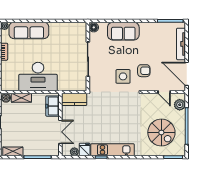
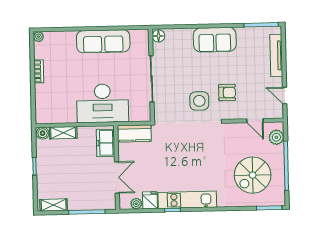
sofa: (29, 30) -> (103, 41), moved
sofa: (123, 31) -> (215, 40), moved
door: (187, 74) -> (285, 96), width x0.53
desk: (38, 77) -> (103, 103), moved
spiral stairs: (161, 132) -> (253, 175), turned 90

